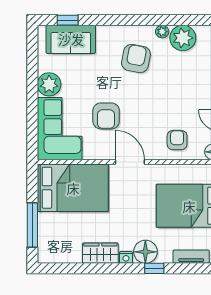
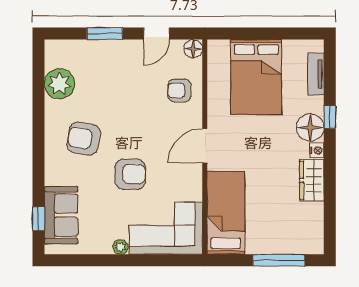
plant: (162, 32) -> (52, 108), removed
plant: (49, 84) -> (120, 247), width x0.53, depth x0.53
armchair: (106, 116) -> (130, 174), moved
bed: (73, 188) -> (226, 213), width x0.67

